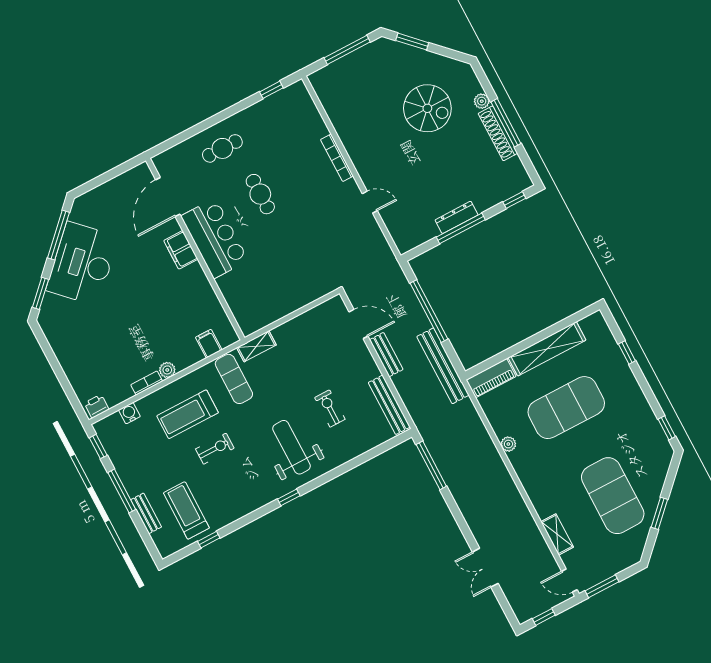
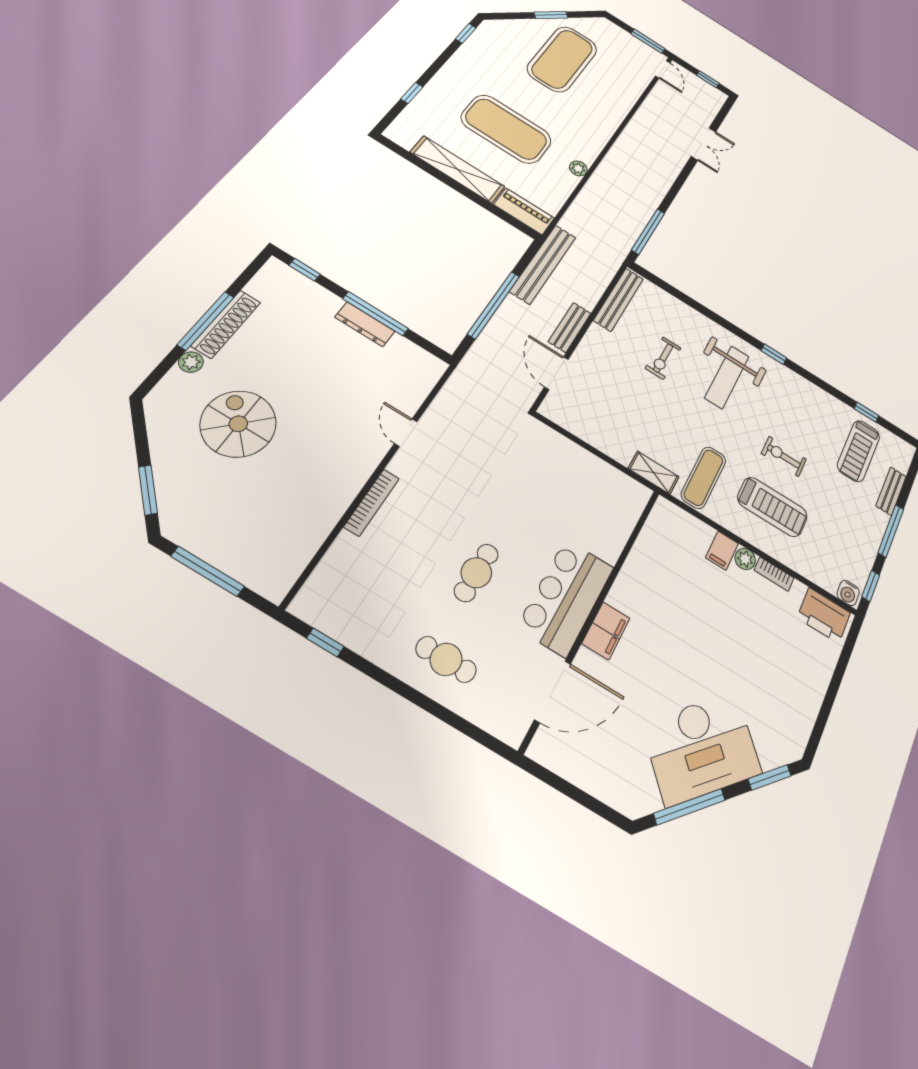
filing cabinet: (209, 344) -> (722, 551), moved
printer: (97, 406) -> (824, 615), width x1.87, depth x1.48
water cooler: (129, 413) -> (848, 593), moved
shelving: (557, 534) -> (631, 94), removed

